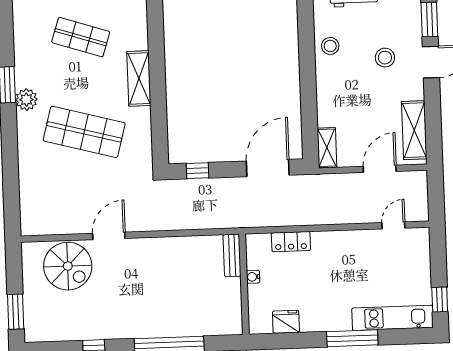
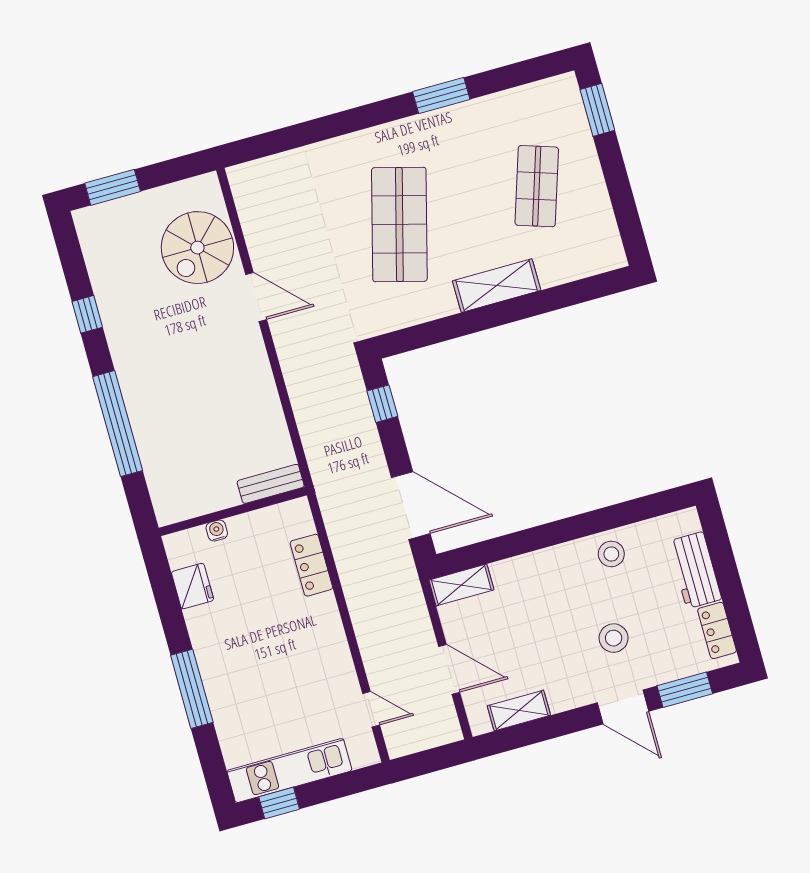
plant: (26, 100) -> (426, 129), removed
shelving: (414, 130) -> (519, 710), width x0.67, depth x0.75
water cooler: (253, 277) -> (217, 531), moved
kitchen unit: (392, 318) -> (289, 771), moved, turned -90

